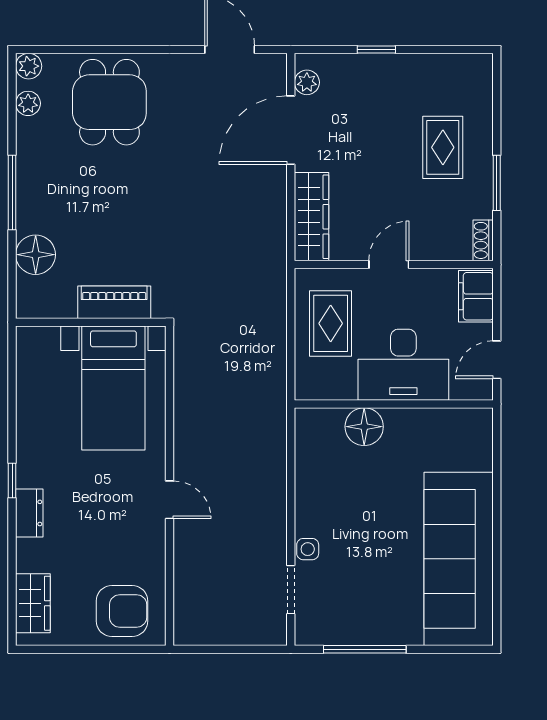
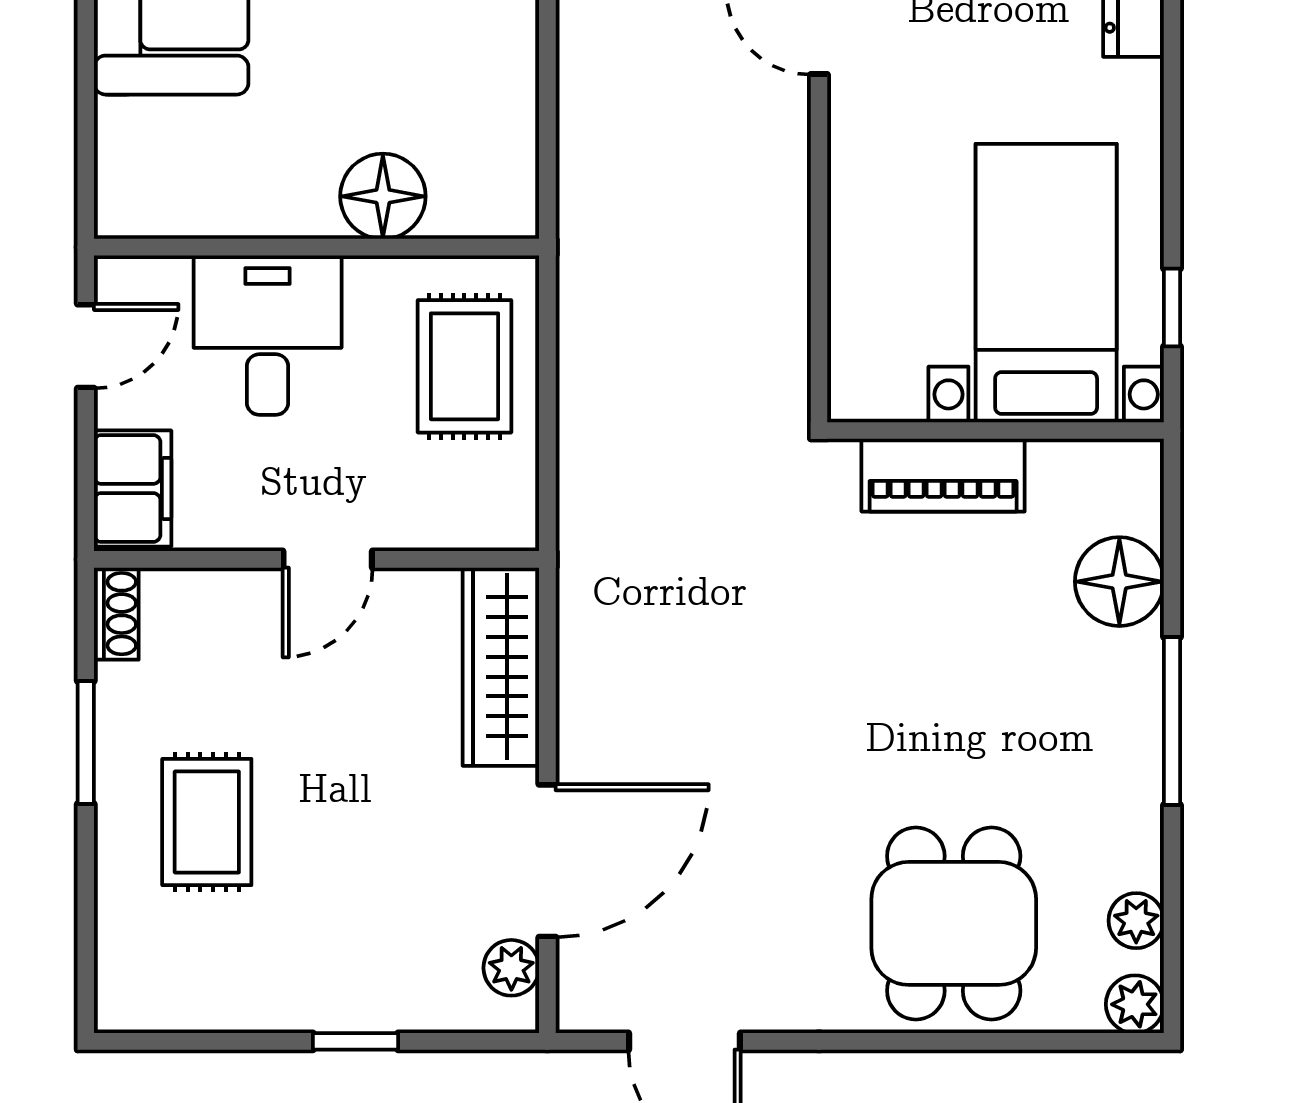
rug: (331, 323) -> (464, 366), moved
desk: (403, 365) -> (268, 335), width x0.73
bed with nightstands: (113, 388) -> (1046, 283), moved
window: (12, 481) -> (1172, 307), moved

